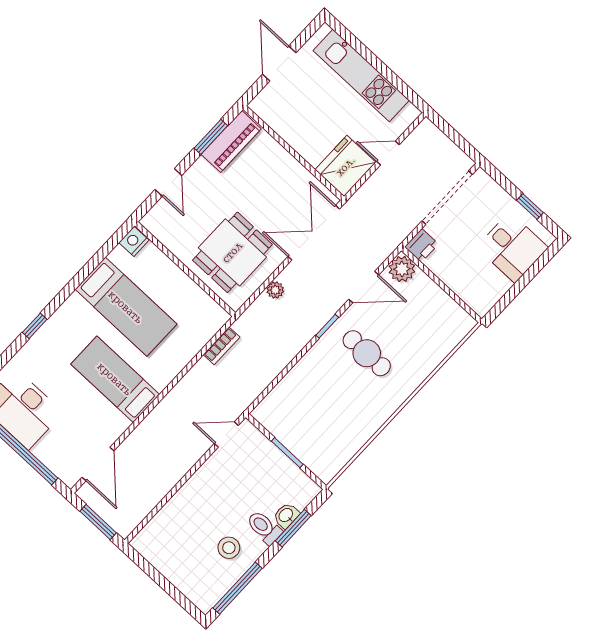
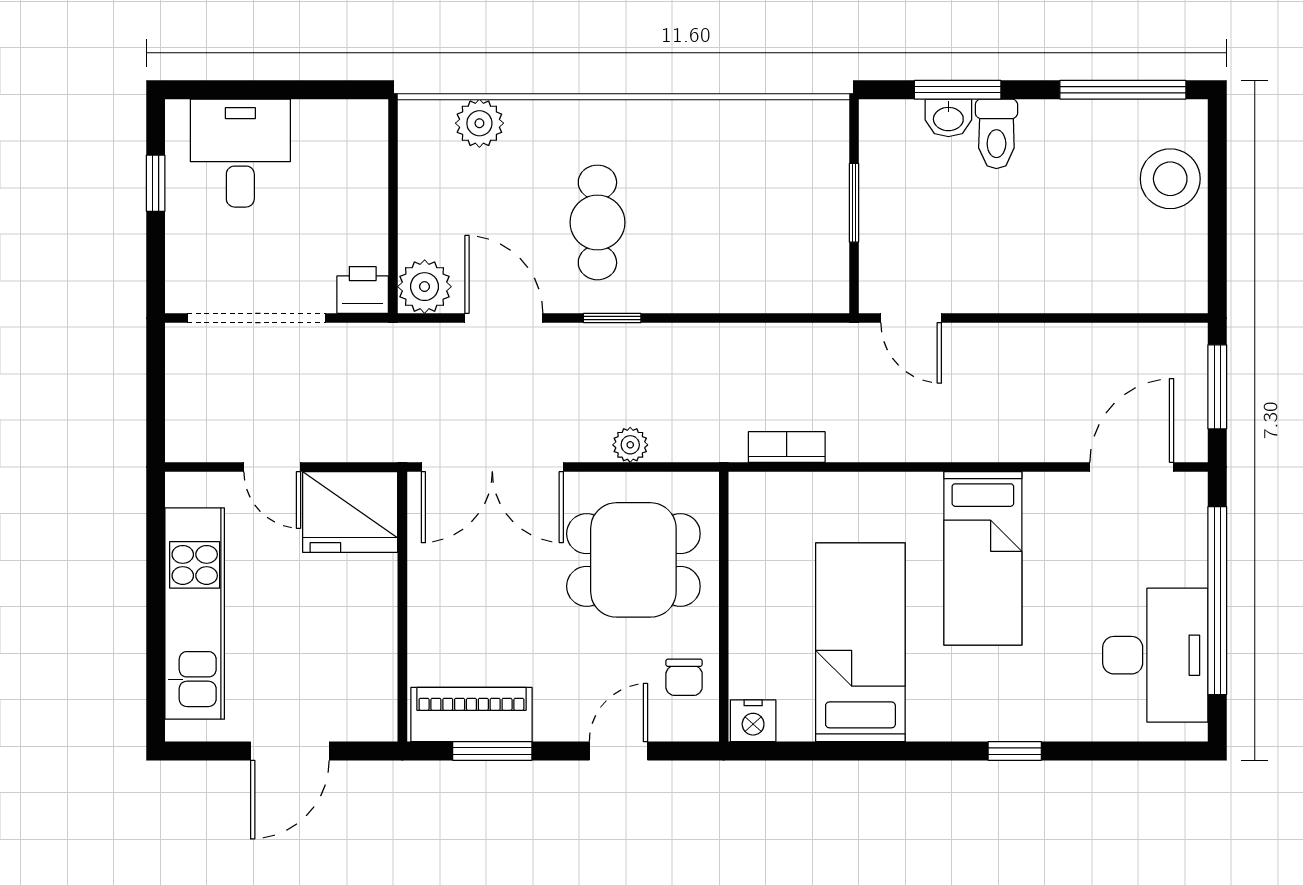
chair: (173, 231) -> (684, 677), added
plant: (442, 344) -> (479, 123), added
stool: (229, 548) -> (1170, 179), moved, width x1.38, depth x1.38

